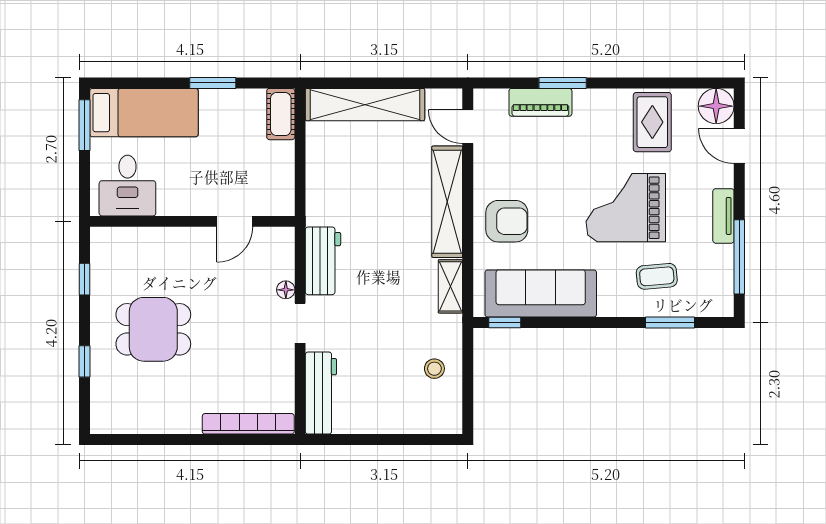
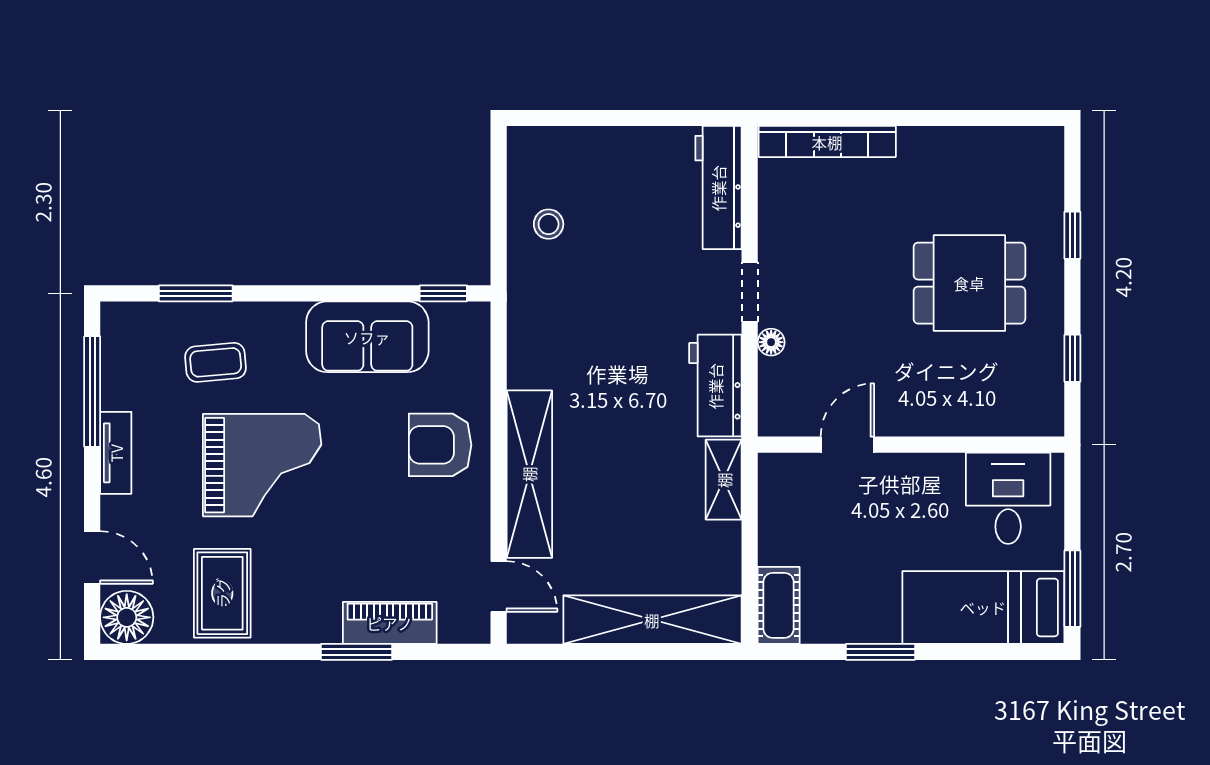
shelving: (450, 286) -> (724, 480), moved
sofa: (541, 293) -> (367, 337), width x0.73

